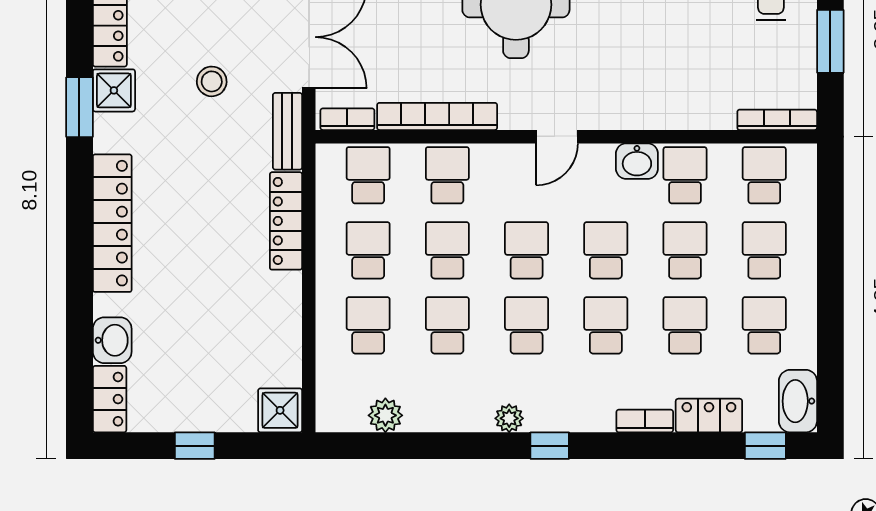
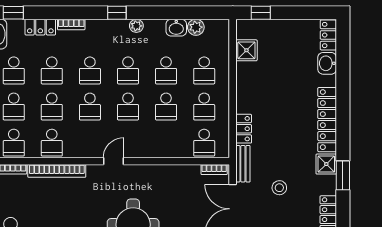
shower: (114, 90) -> (326, 164), moved
bookcase: (437, 116) -> (57, 171), moved
washbasin: (637, 161) -> (176, 28), moved, turned 180
school desk: (447, 175) -> (166, 143), removed
locker: (286, 221) -> (244, 129), width x0.66
shower: (280, 410) -> (246, 50), moved
window: (195, 446) -> (261, 13), moved

